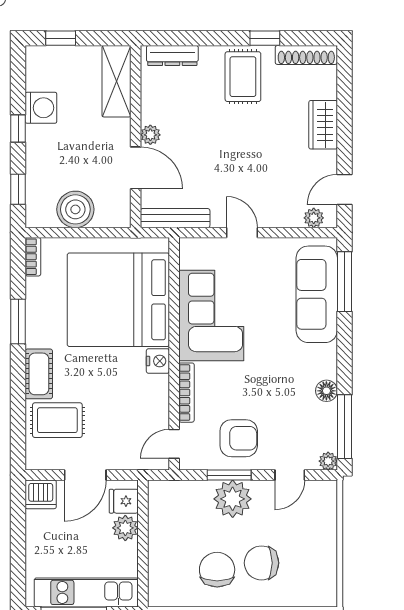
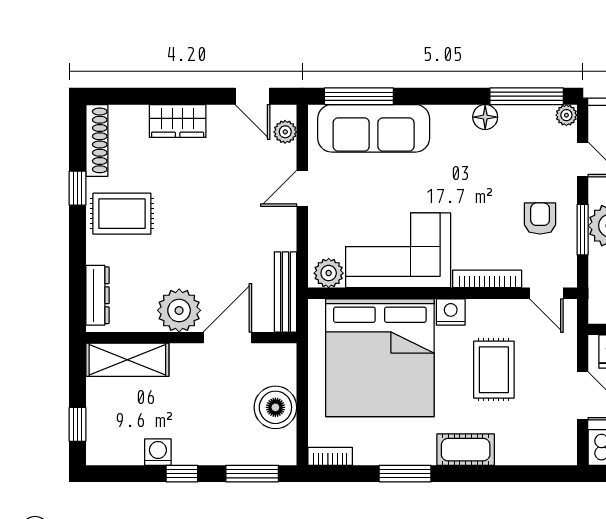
washing machine: (41, 108) -> (158, 452), width x0.73, depth x0.73
plant: (150, 135) -> (179, 310), width x1.87, depth x1.87
window: (18, 189) -> (252, 474), width x1.50
door: (242, 233) -> (302, 188), moved
plant: (192, 255) -> (329, 273), added
rug: (57, 420) -> (494, 370), moved
armchair: (239, 438) -> (540, 219), width x0.72, depth x0.72

